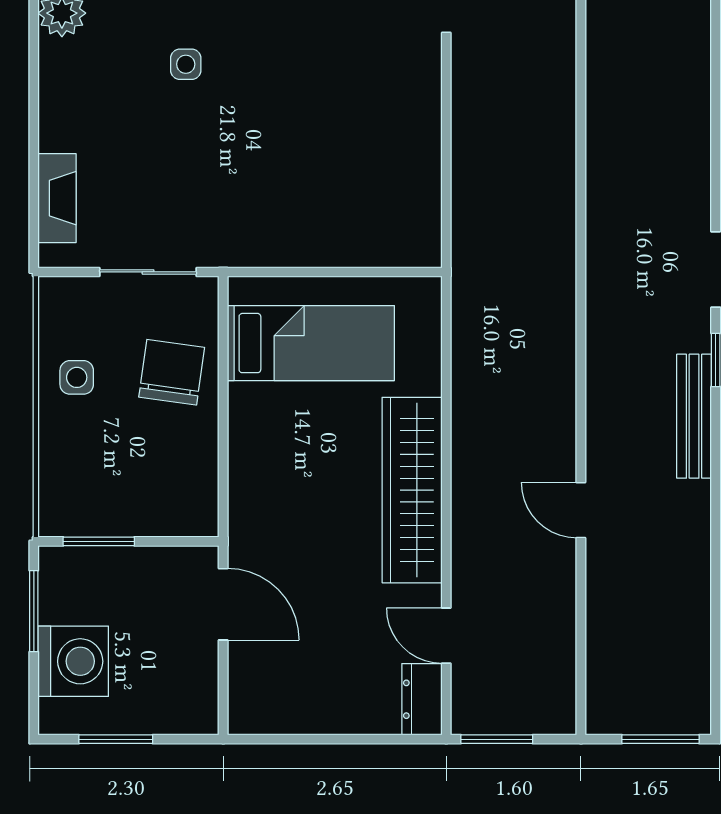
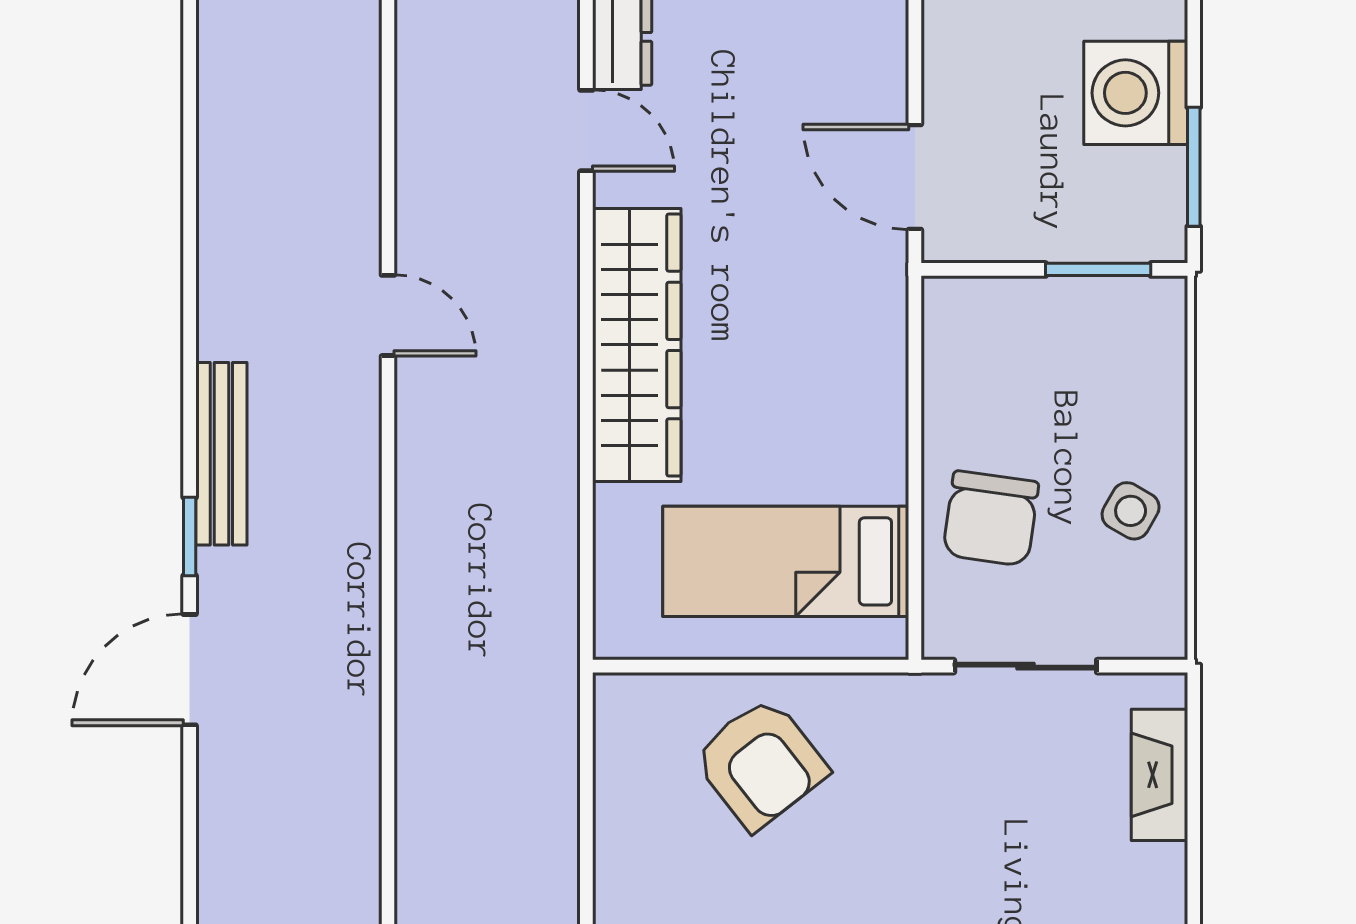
armchair: (328, 206) -> (760, 763), added
side table: (77, 377) -> (1131, 511), turned 30

